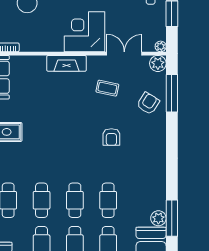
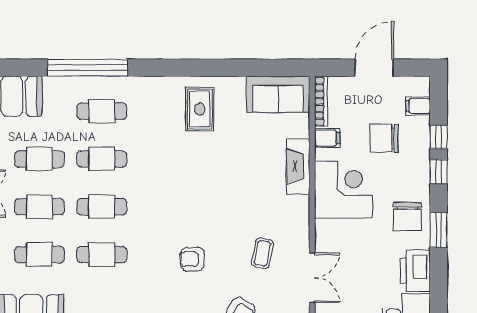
corner desk: (85, 32) -> (343, 190), moved
filing cabinet: (27, 43) -> (327, 138), added
fireplace: (67, 63) -> (298, 166), moved

